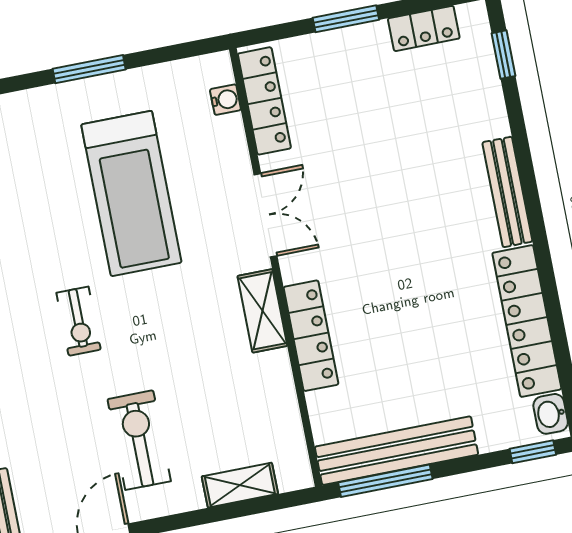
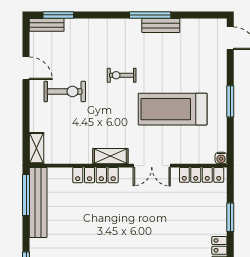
water cooler: (225, 100) -> (221, 158), moved
shelving: (240, 485) -> (36, 148), moved

